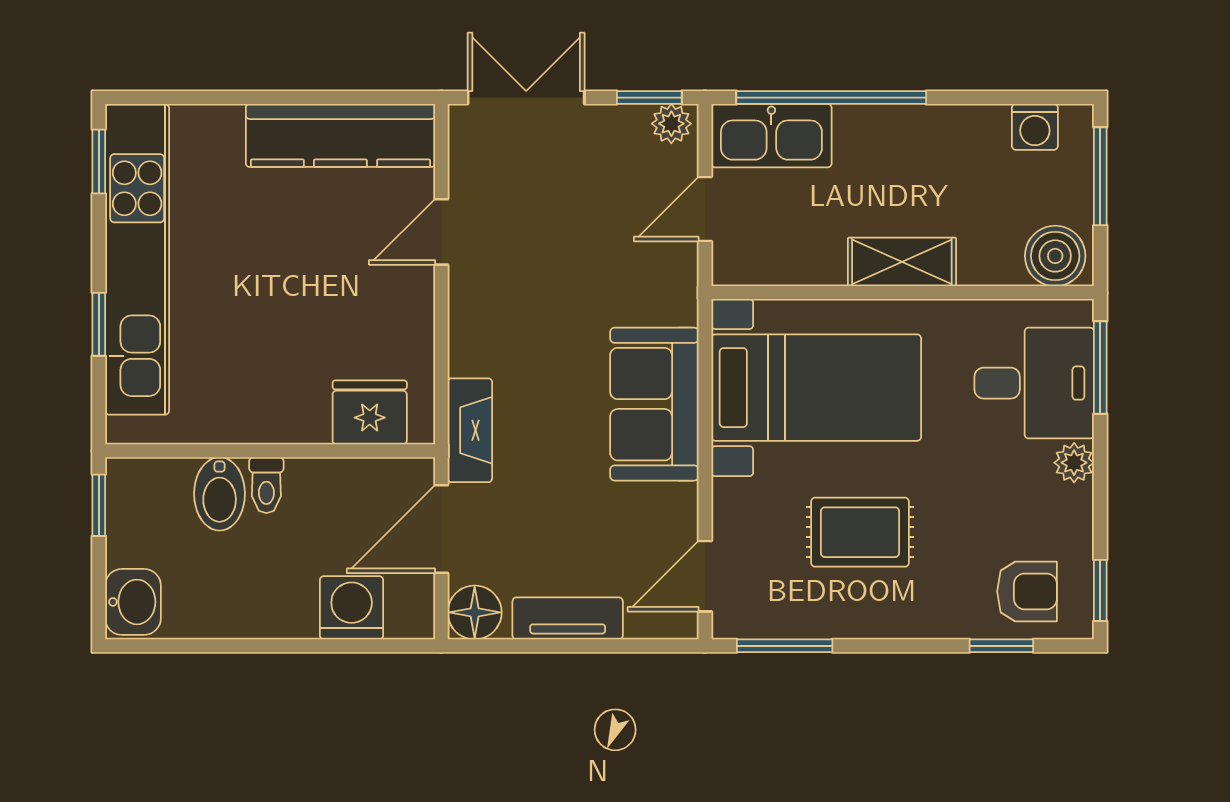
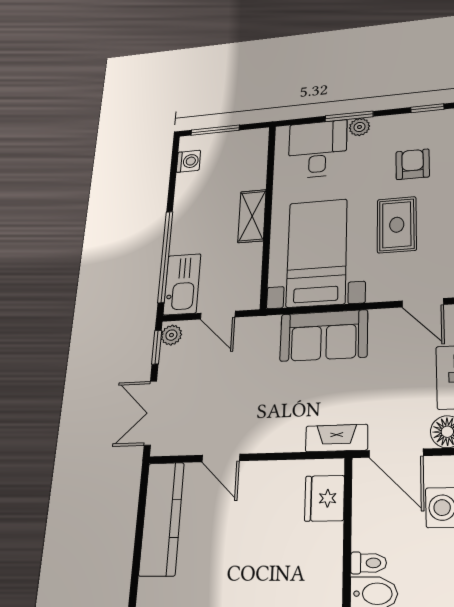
boiler: (1055, 256) -> (253, 146), removed
window: (1100, 368) -> (349, 116), moved
armchair: (1027, 591) -> (413, 164), moved

